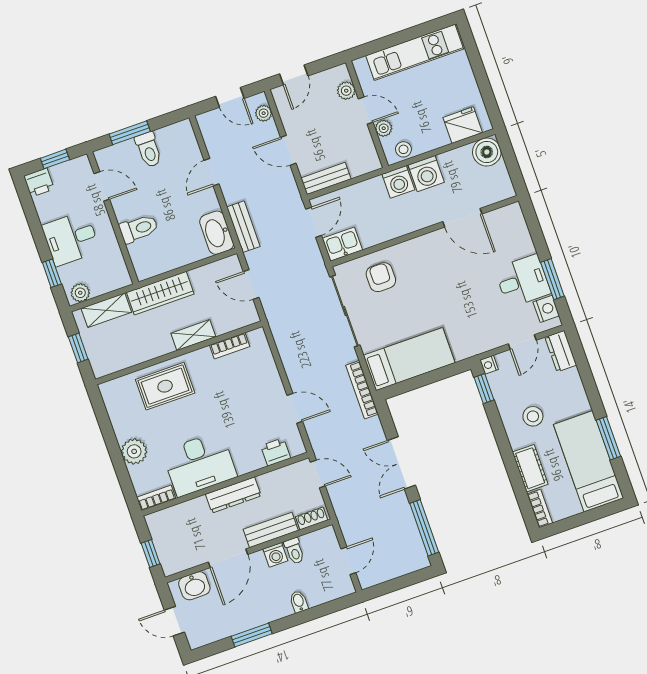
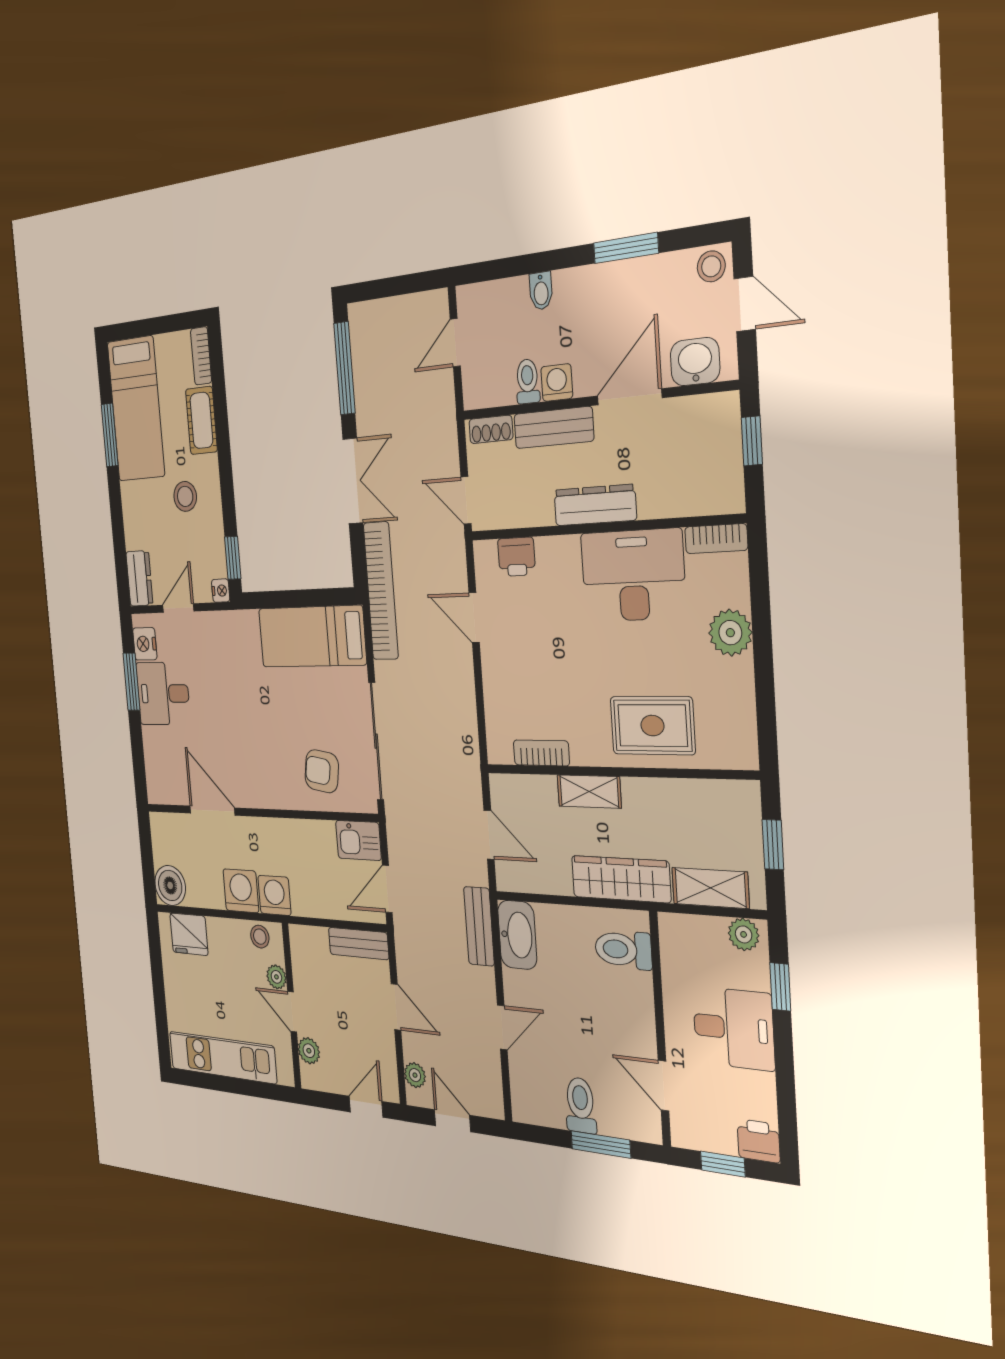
toilet: (139, 229) -> (623, 950), moved
armchair: (381, 277) -> (322, 771), turned 99
bookcase: (362, 390) -> (381, 591), width x1.48, depth x1.31
stool: (199, 636) -> (711, 266), added

